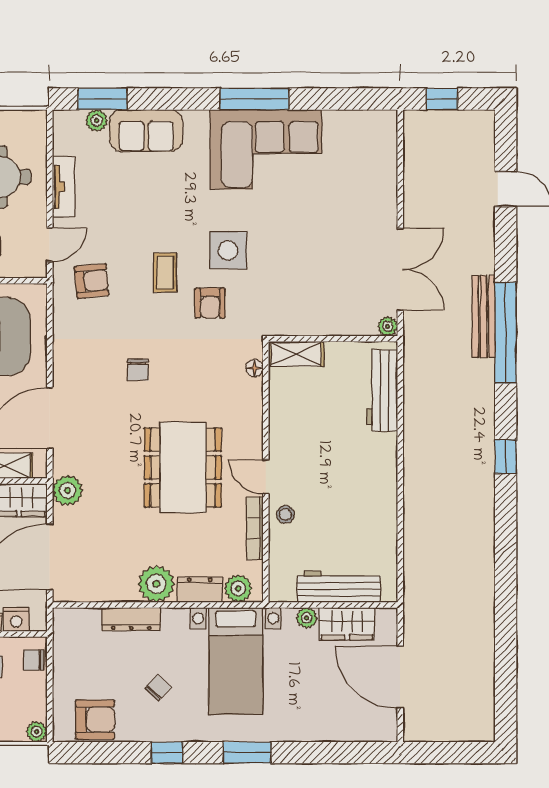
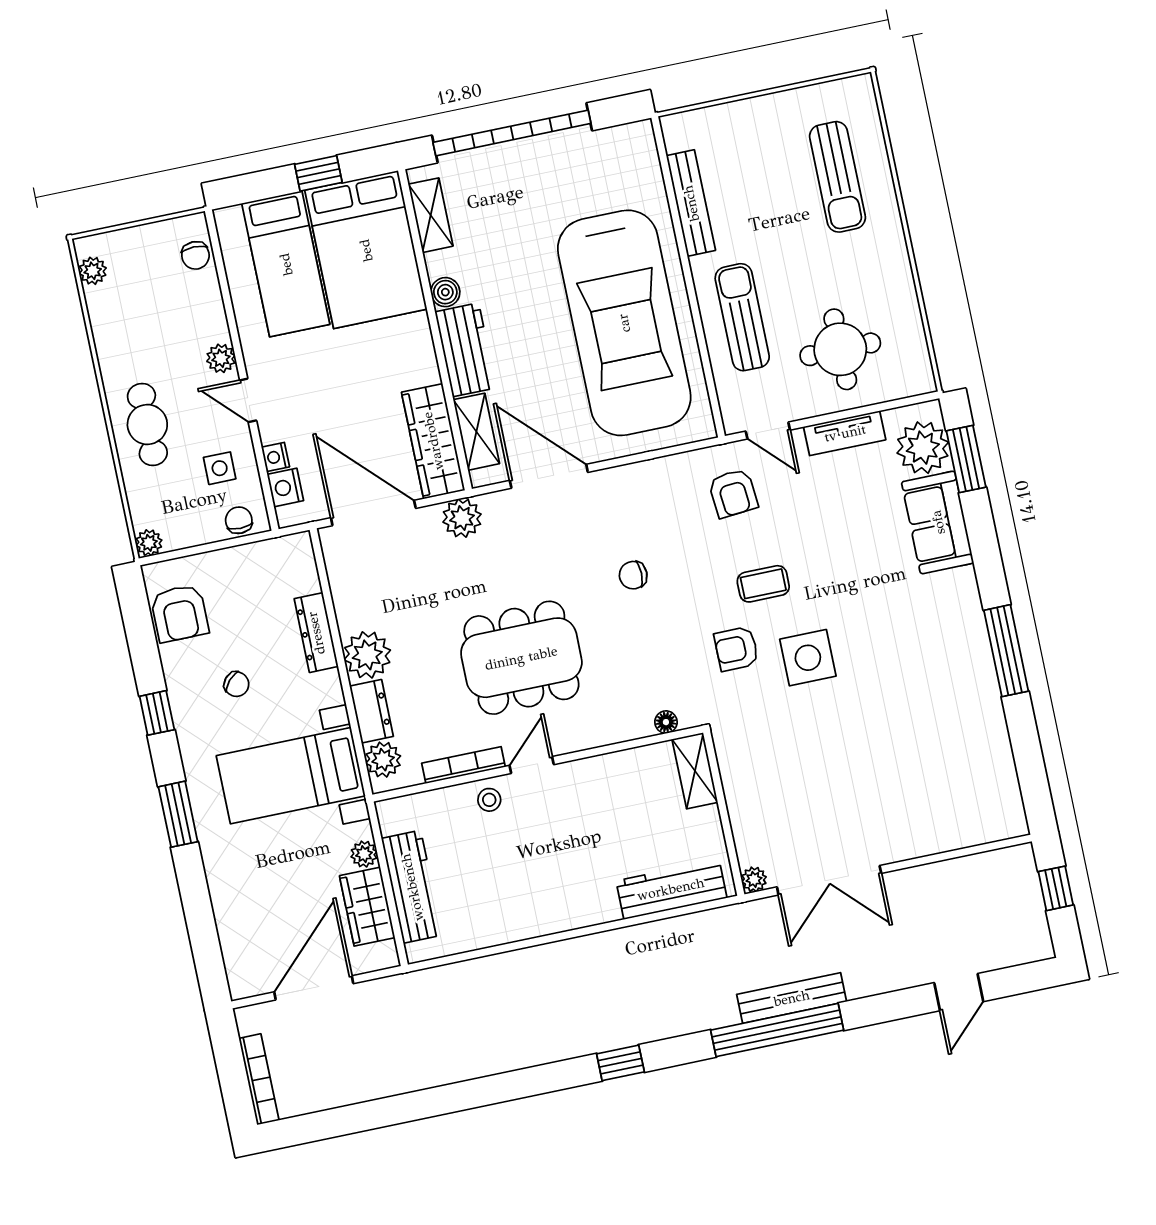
plant: (97, 120) -> (923, 448), width x1.87, depth x1.87
corner sofa: (266, 149) -> (945, 679), removed
bookcase: (461, 733) -> (259, 1079), added

